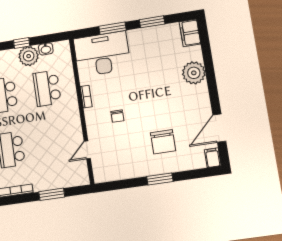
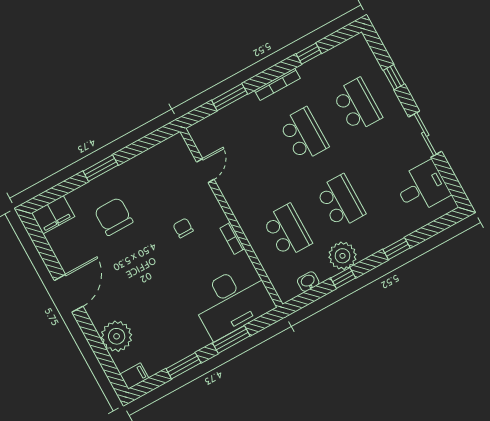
filing cabinet: (190, 33) -> (134, 376), width x0.50
plant: (29, 56) -> (342, 256), moved
plant: (194, 73) -> (117, 336), moved
door: (219, 128) -> (69, 293), moved
filing cabinet: (213, 158) -> (53, 215), width x2.00

